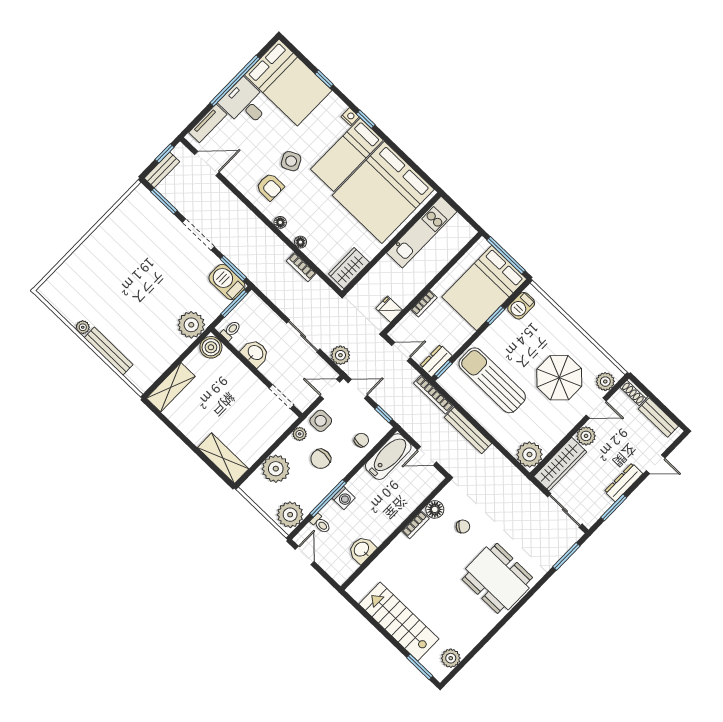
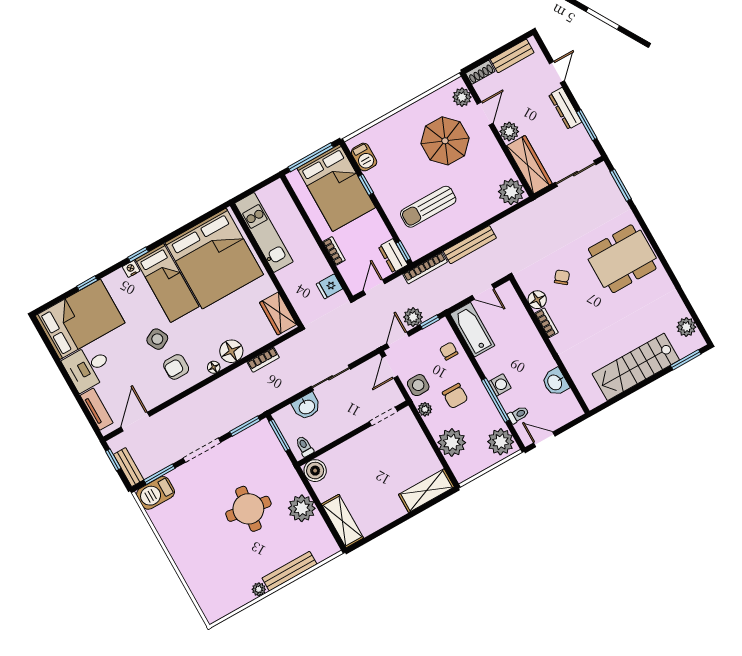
window: (235, 81) -> (63, 371), removed
armchair: (270, 187) -> (176, 367), turned 180
floor lamp: (300, 242) -> (231, 351), width x1.89, depth x1.89
barbecue: (227, 282) -> (156, 493), moved
round table: (156, 295) -> (248, 509), added
plant: (191, 325) -> (302, 508), moved
washbasin: (255, 353) -> (307, 406), moved, turned 180
plant: (340, 355) -> (413, 317), moved
sun lounger: (492, 380) -> (428, 207), width x0.73, depth x0.75
door: (427, 456) -> (483, 292), hinge flipped

